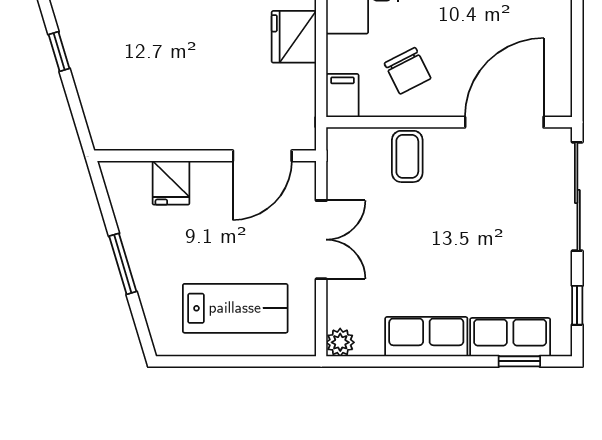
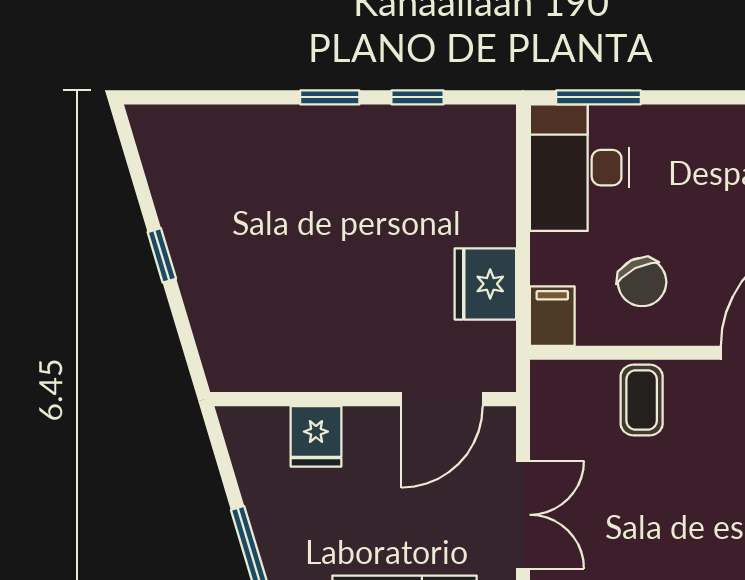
fridge: (294, 37) -> (485, 284), moved

